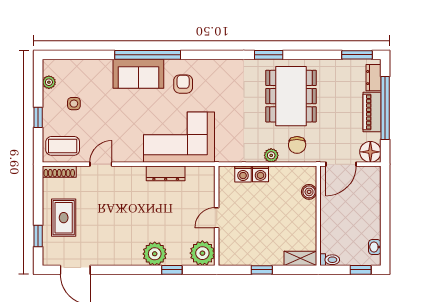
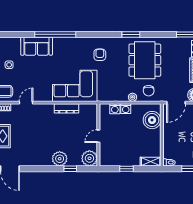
sofa: (138, 74) -> (37, 46), moved
armchair: (183, 84) -> (100, 55), moved
boiler: (309, 192) -> (152, 120), width x1.86, depth x1.86

